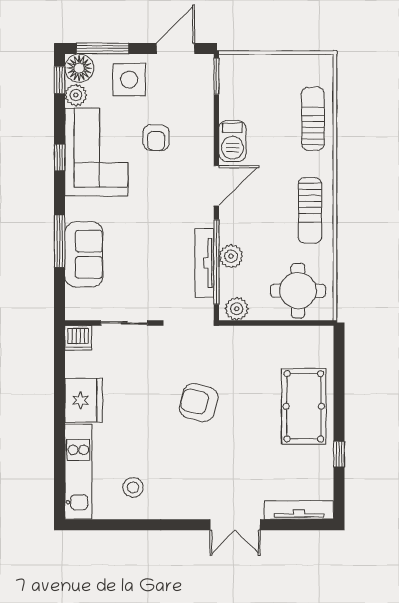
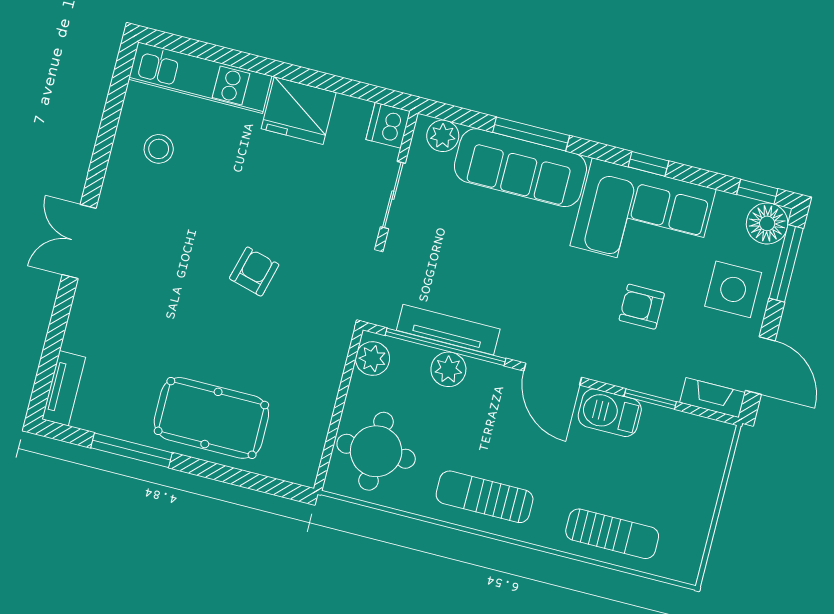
fireplace: (205, 75) -> (712, 398), added
window: (216, 76) -> (650, 399), moved
plant: (76, 95) -> (443, 136), moved
sofa: (84, 254) -> (520, 168), width x1.36
armchair: (199, 403) -> (254, 272), width x0.72, depth x0.72
window: (339, 454) -> (132, 450), width x2.17
tv unit: (299, 510) -> (64, 388), width x0.71
double door: (235, 525) -> (79, 242), moved

